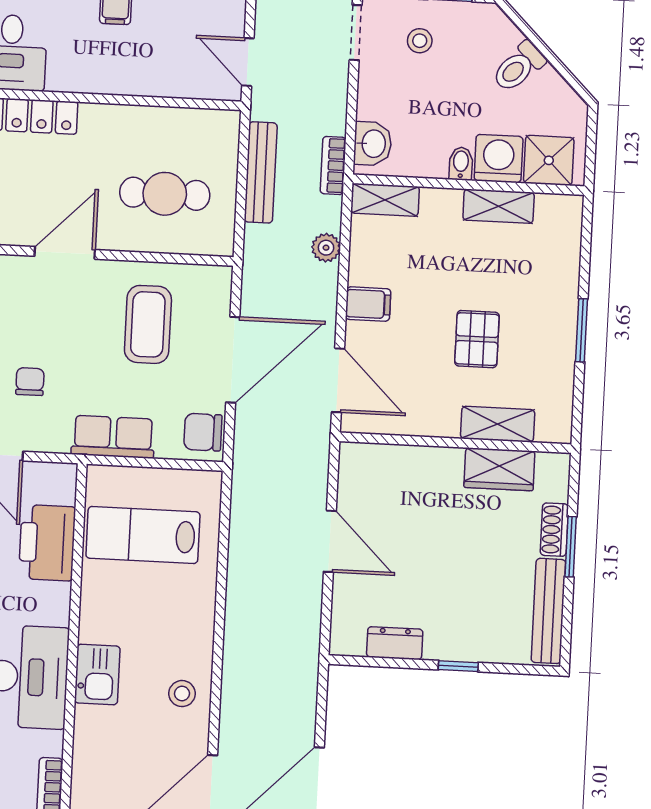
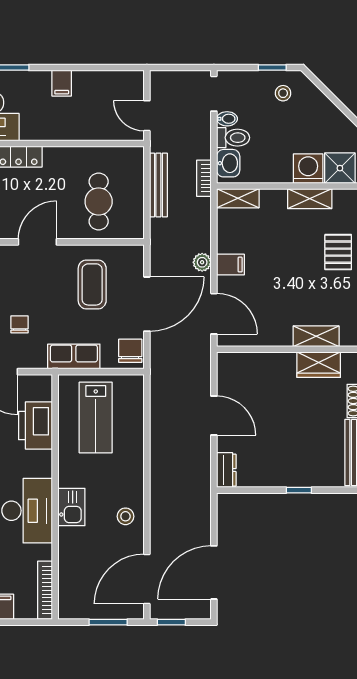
stool: (420, 41) -> (283, 93), moved
toilet: (519, 67) -> (233, 138), moved, turned -135
bidet: (461, 163) -> (227, 119), moved, turned 90
cafe table: (165, 194) -> (99, 201), turned 90
plant: (326, 248) -> (202, 262), moved
pallet: (477, 339) -> (338, 252), moved
chair: (203, 432) -> (130, 351), turned 90
lab bench: (143, 535) -> (96, 418), turned -90
dresser: (395, 643) -> (226, 470), moved, turned 90

